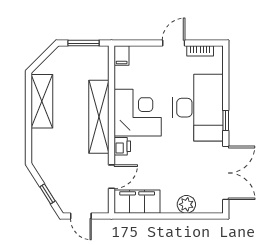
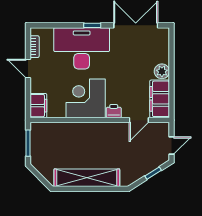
filing cabinet: (122, 56) -> (38, 106), width x2.00
shelving: (42, 101) -> (87, 178), width x1.47
shelving: (99, 117) -> (89, 130), removed
door: (112, 177) -> (139, 120), swing flipped
plant: (186, 204) -> (162, 71), moved

